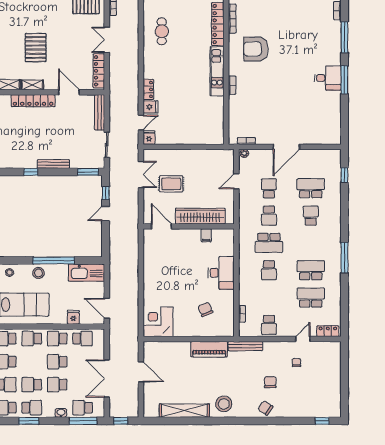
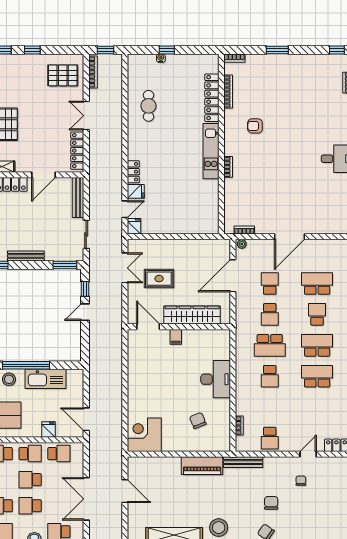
armchair: (256, 49) -> (255, 126), width x0.53, depth x0.53
door: (69, 92) -> (43, 175), swing flipped
door: (236, 181) -> (233, 276), width x1.88
filing cabinet: (206, 235) -> (176, 337), moved
kitchen sink: (86, 273) -> (46, 379), moved
school desk: (311, 298) -> (317, 345), moved
school desk: (57, 339) -> (30, 454), turned 180

